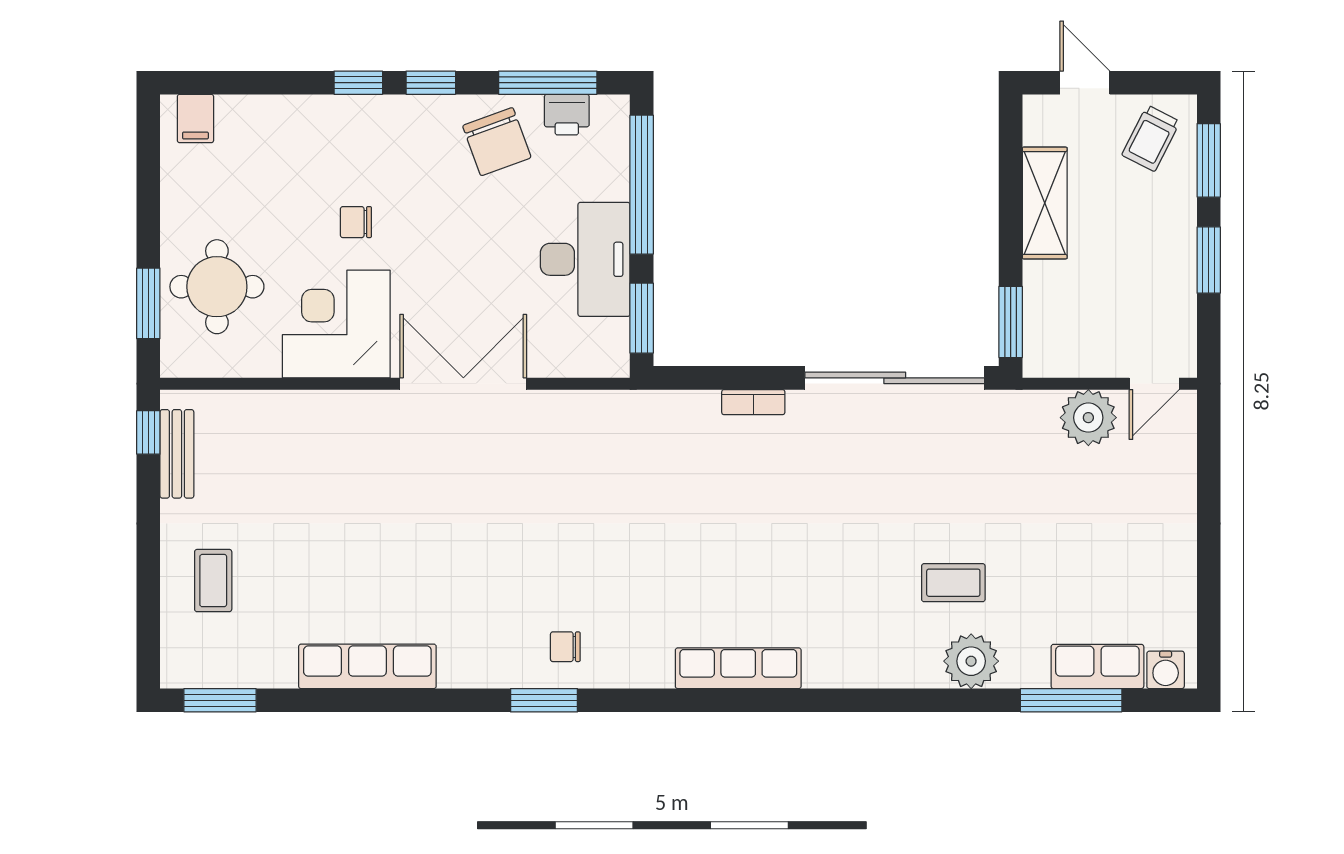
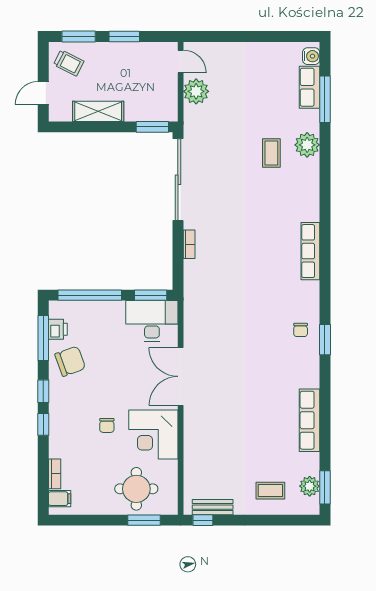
bookcase: (250, 108) -> (55, 474), added
desk: (585, 259) -> (152, 321), moved
plant: (223, 666) -> (310, 486), added

